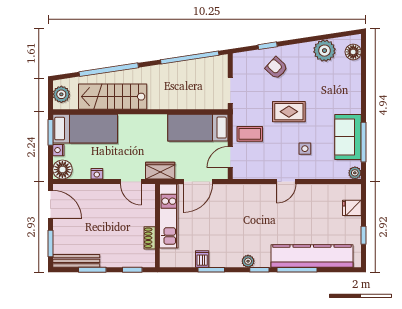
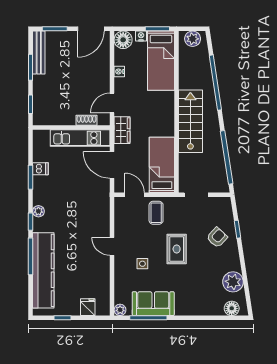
stairs: (113, 97) -> (190, 121), moved
shoe rack: (150, 238) -> (86, 120), moved

